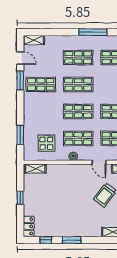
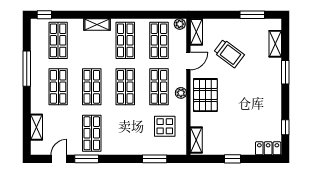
shelving: (34, 40) -> (36, 127), moved
pallet: (72, 176) -> (205, 95), added
window: (72, 240) -> (285, 72), moved

